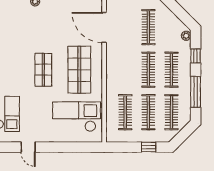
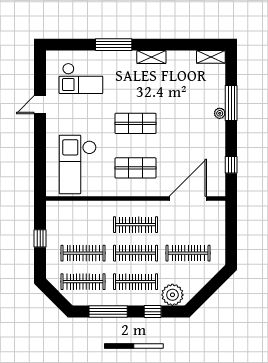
plant: (186, 36) -> (172, 295), width x1.87, depth x1.87
shop shelf: (79, 70) -> (136, 168), width x0.70, depth x0.74
clothes rail: (125, 112) -> (136, 225), moved
checkout: (76, 117) -> (78, 164), turned 180
window: (149, 147) -> (40, 238), moved

